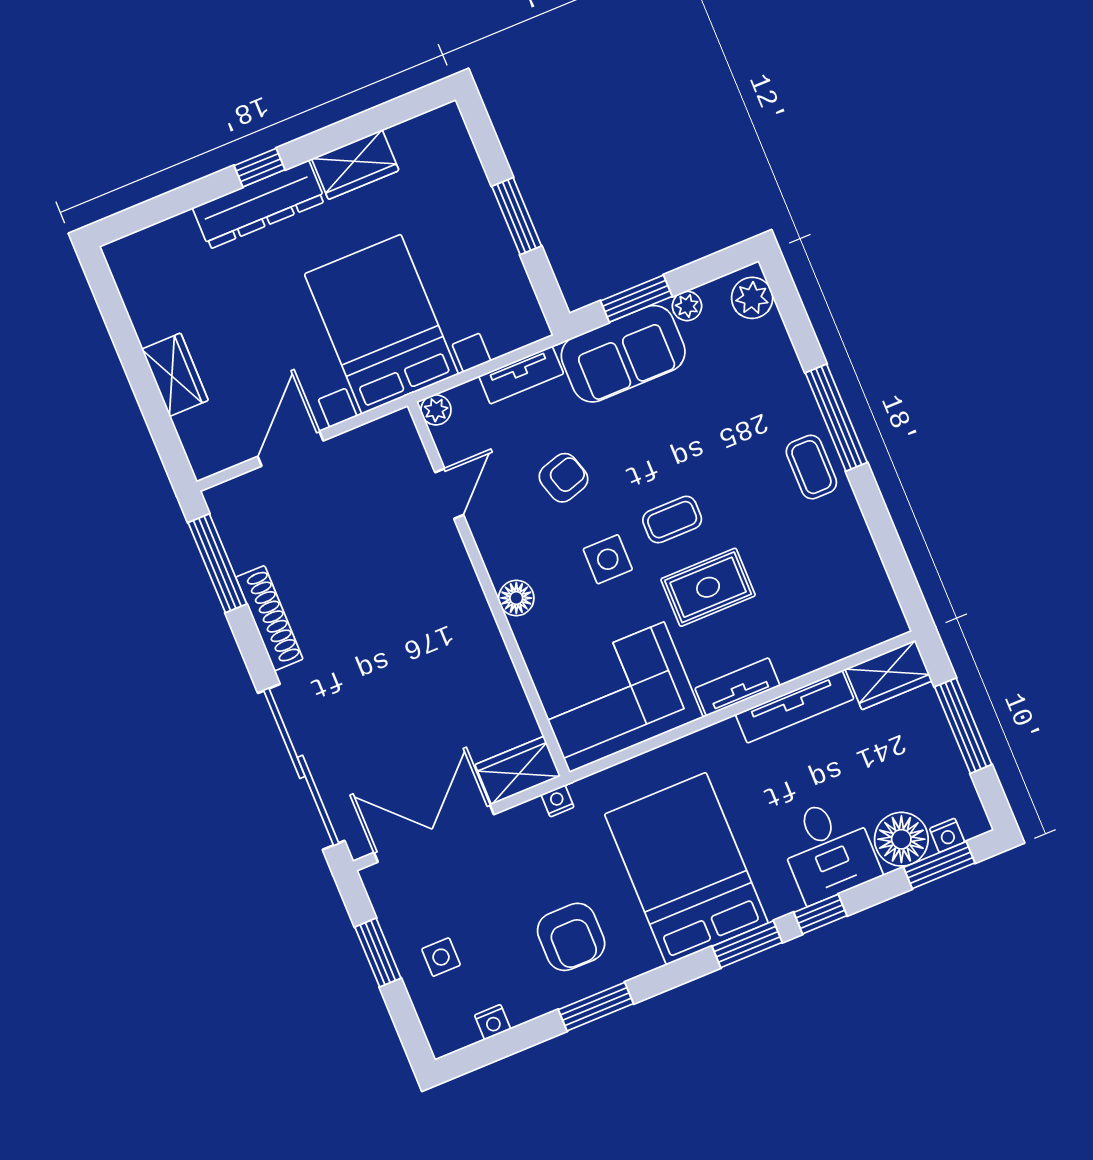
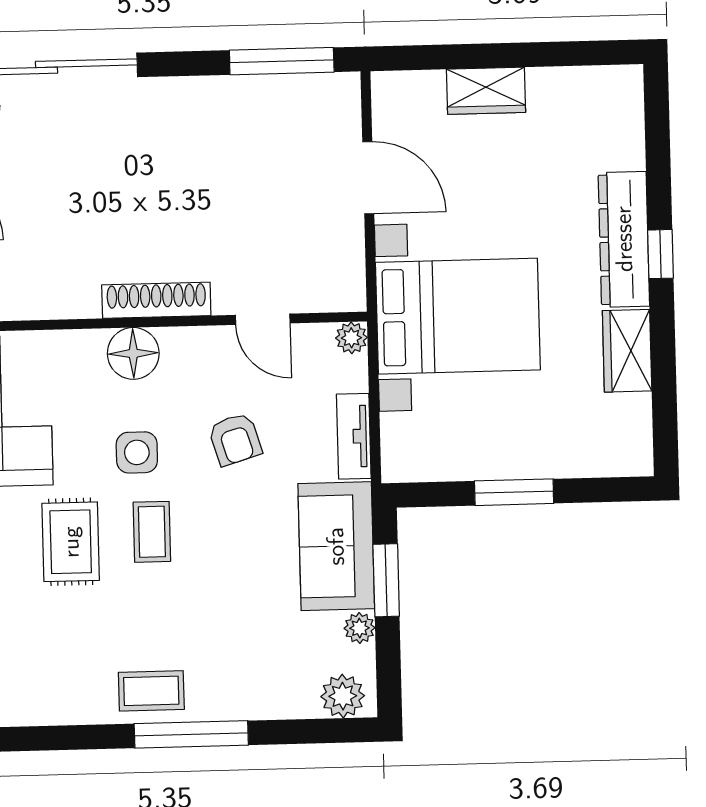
floor lamp: (516, 598) -> (133, 353), width x1.38, depth x1.38
shoe rack: (269, 618) -> (156, 300), moved, turned 180

